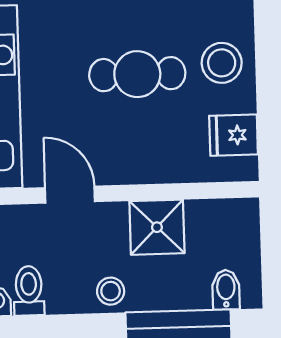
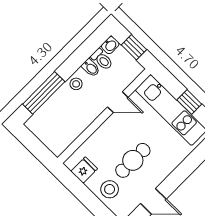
shower: (157, 227) -> (81, 118), removed
bidet: (226, 290) -> (91, 68), moved

